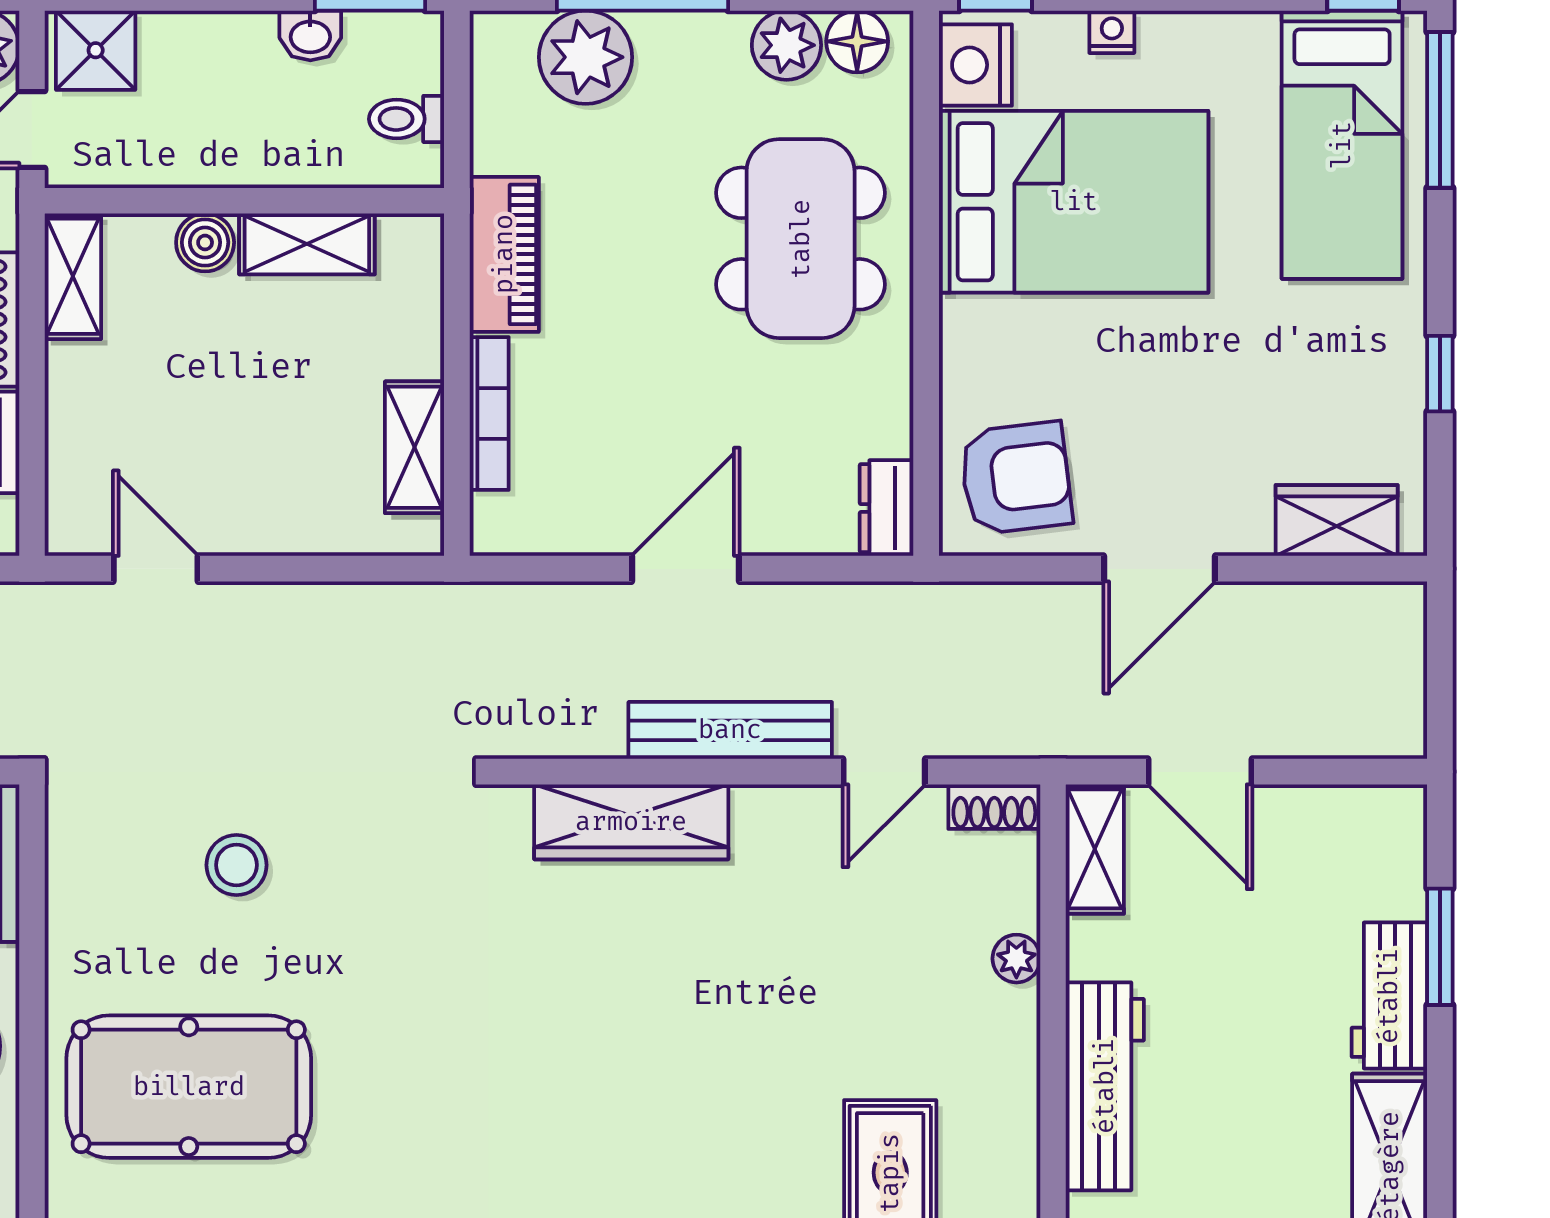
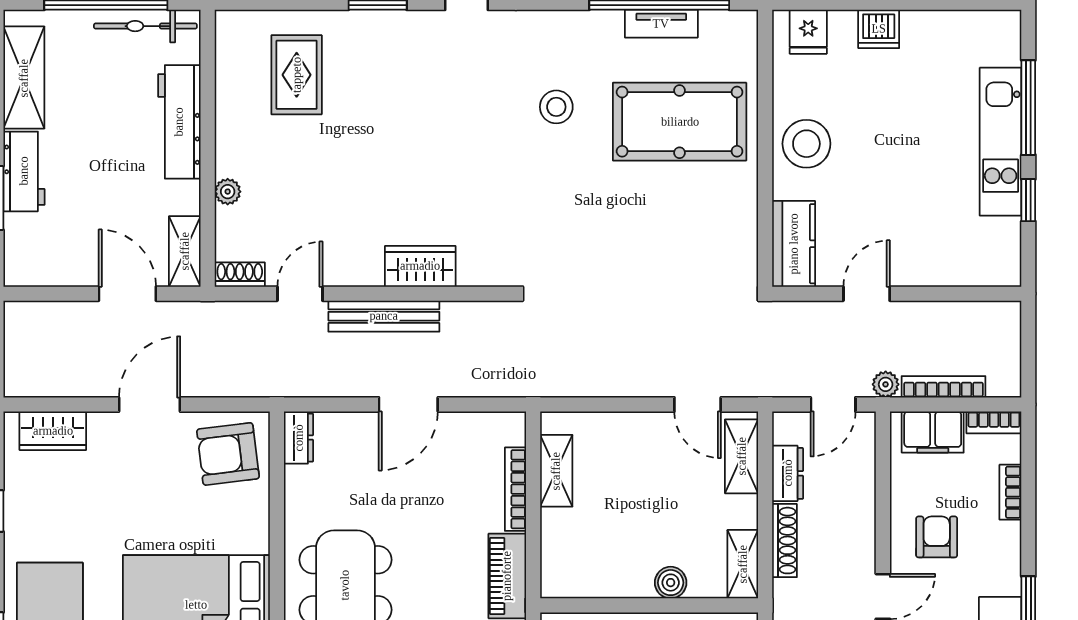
shelving: (307, 244) -> (742, 456), moved, turned 90
wardrobe: (631, 822) -> (420, 266), width x0.67
stool: (236, 865) -> (556, 107), moved

